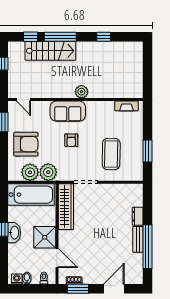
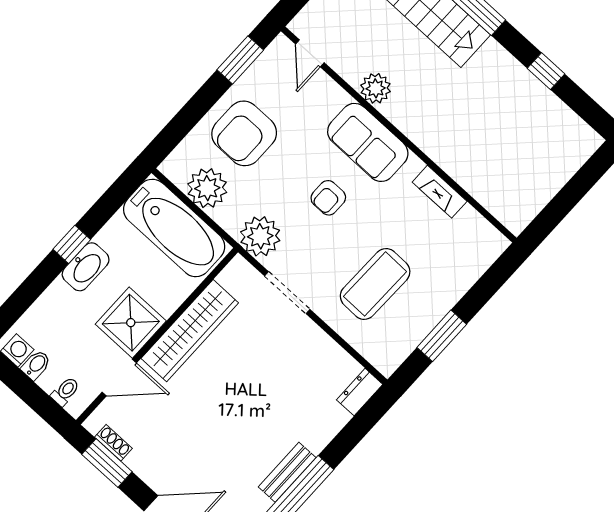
plant: (81, 92) -> (376, 88), moved
fireplace: (126, 106) -> (440, 192), moved
armchair: (26, 144) -> (244, 133), turned 90
plant: (48, 172) -> (260, 236), moved
wardrobe: (66, 207) -> (190, 331), moved
dresser: (138, 216) -> (360, 392), moved
door: (57, 258) -> (119, 378), hinge flipped

